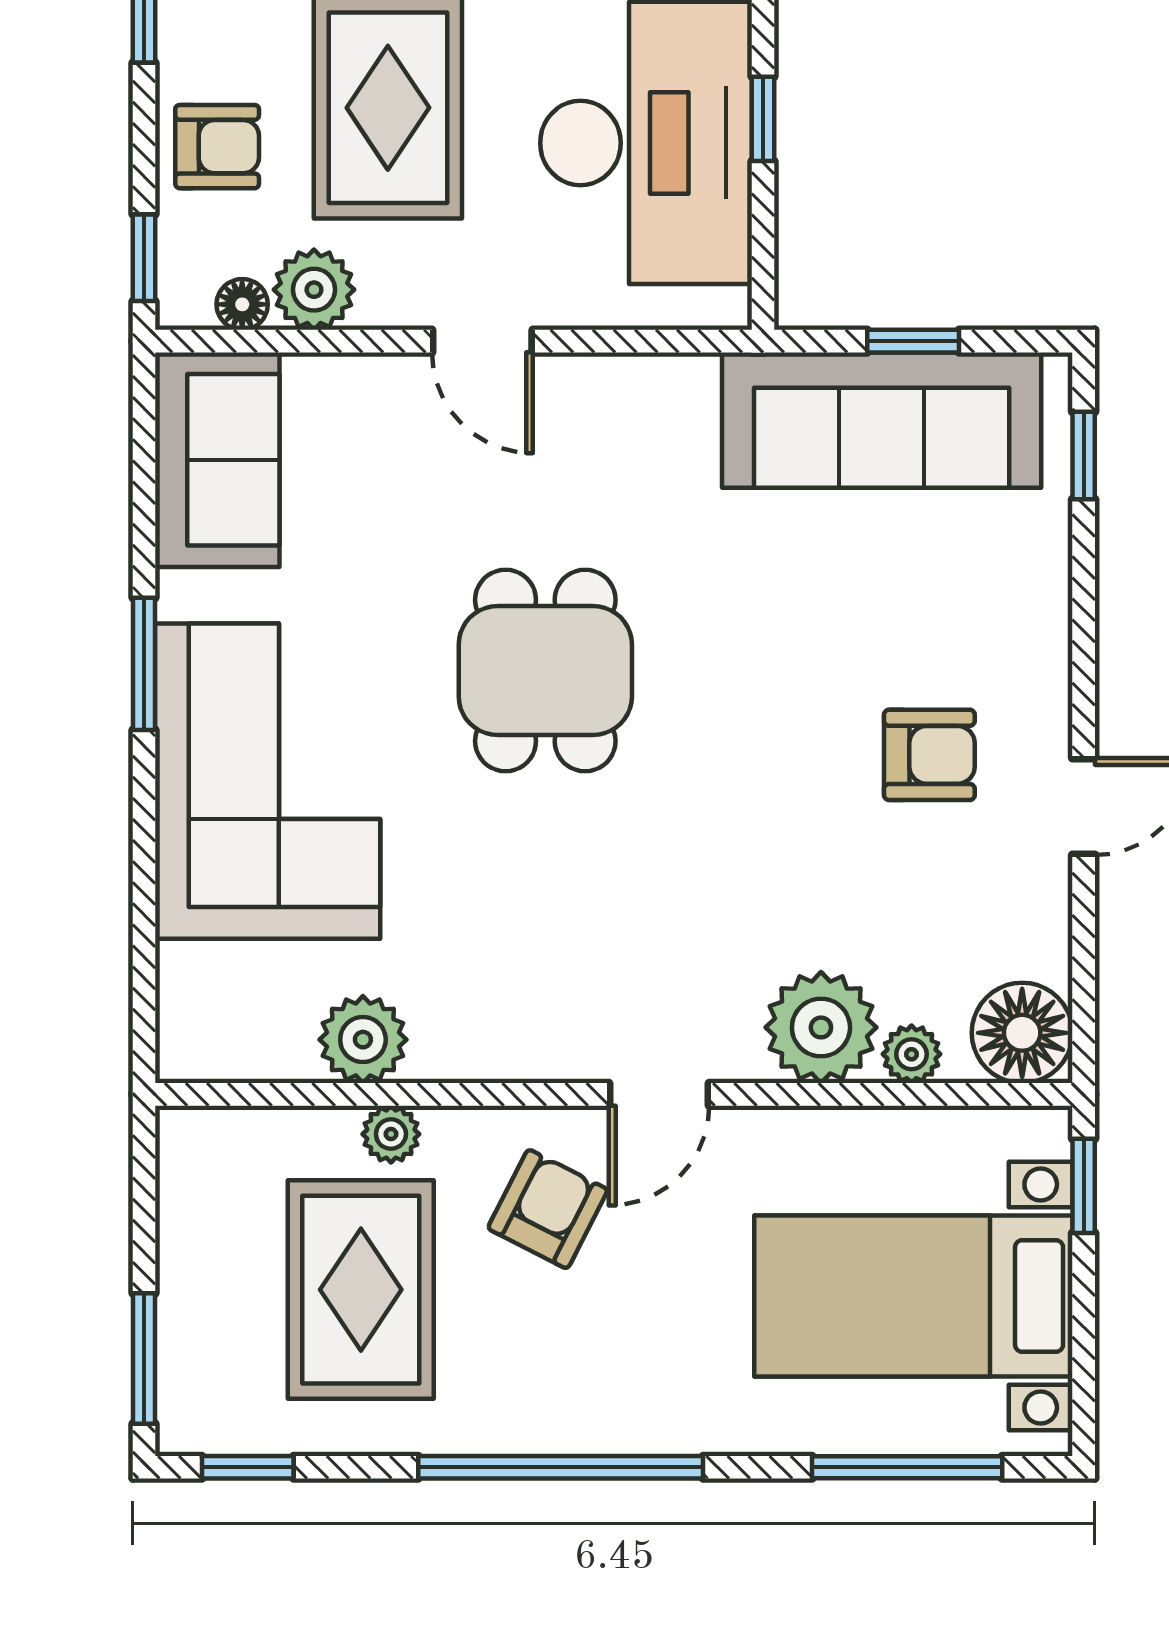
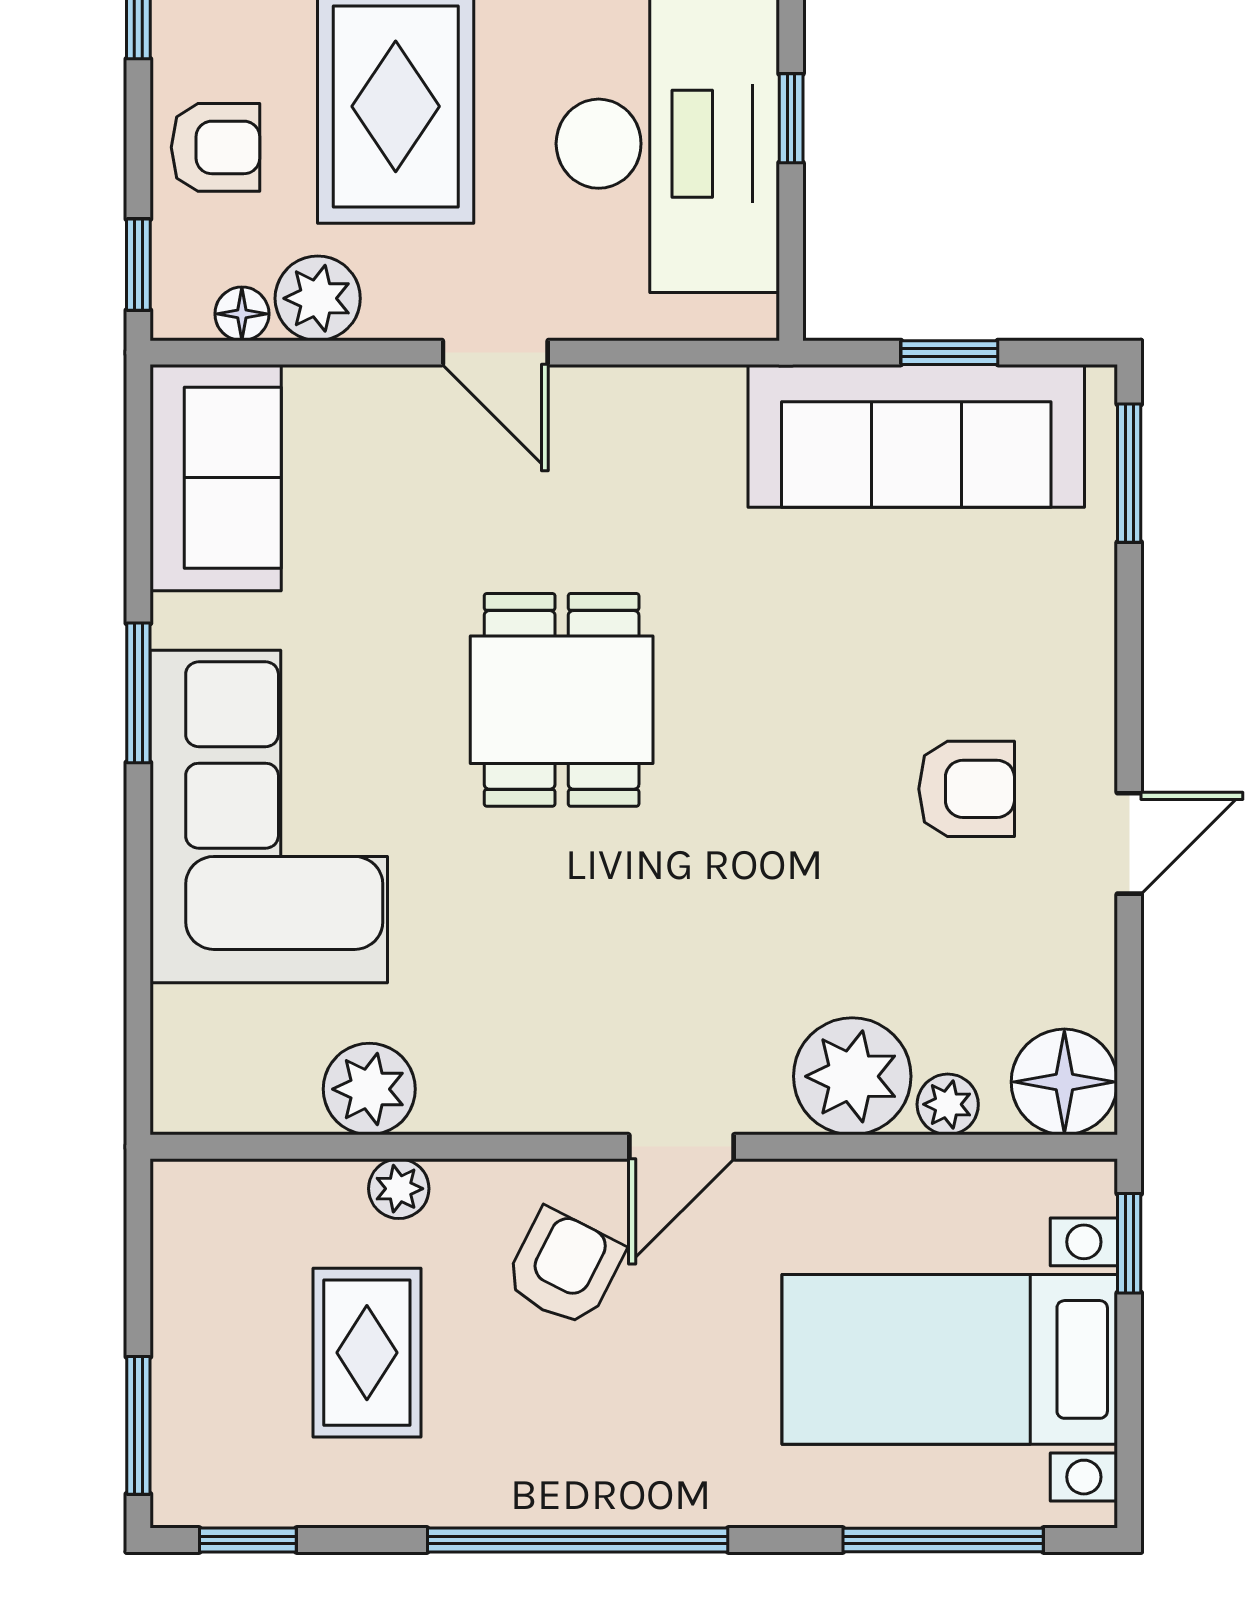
window: (1084, 455) -> (1129, 473), width x1.50
rug: (361, 1290) -> (367, 1353), width x0.73, depth x0.70

